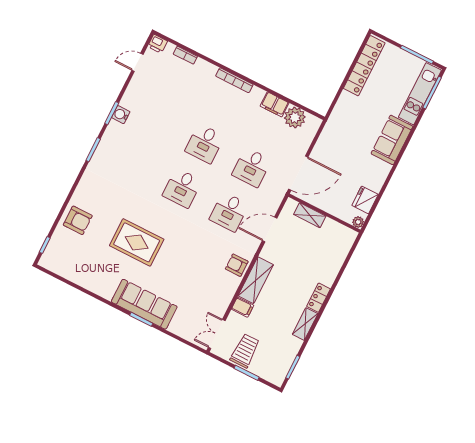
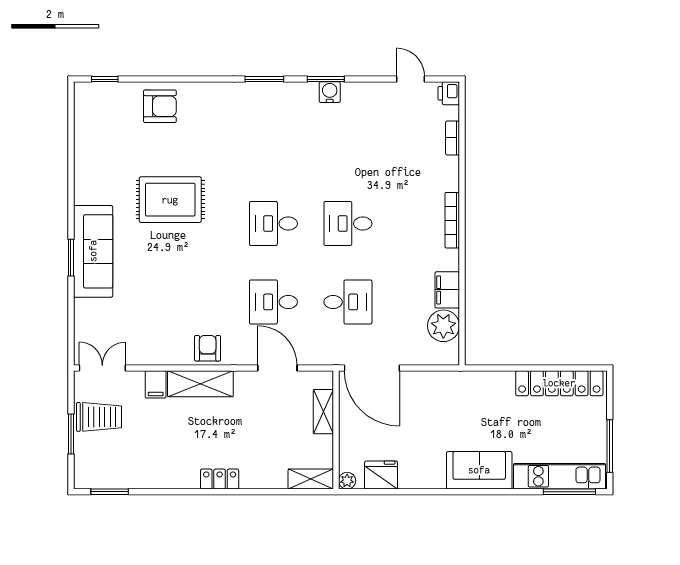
desk: (252, 167) -> (348, 302), turned 180
armchair: (78, 220) -> (160, 106), turned -90
rug: (137, 242) -> (170, 200), turned 90
shelving: (305, 324) -> (311, 479), moved

